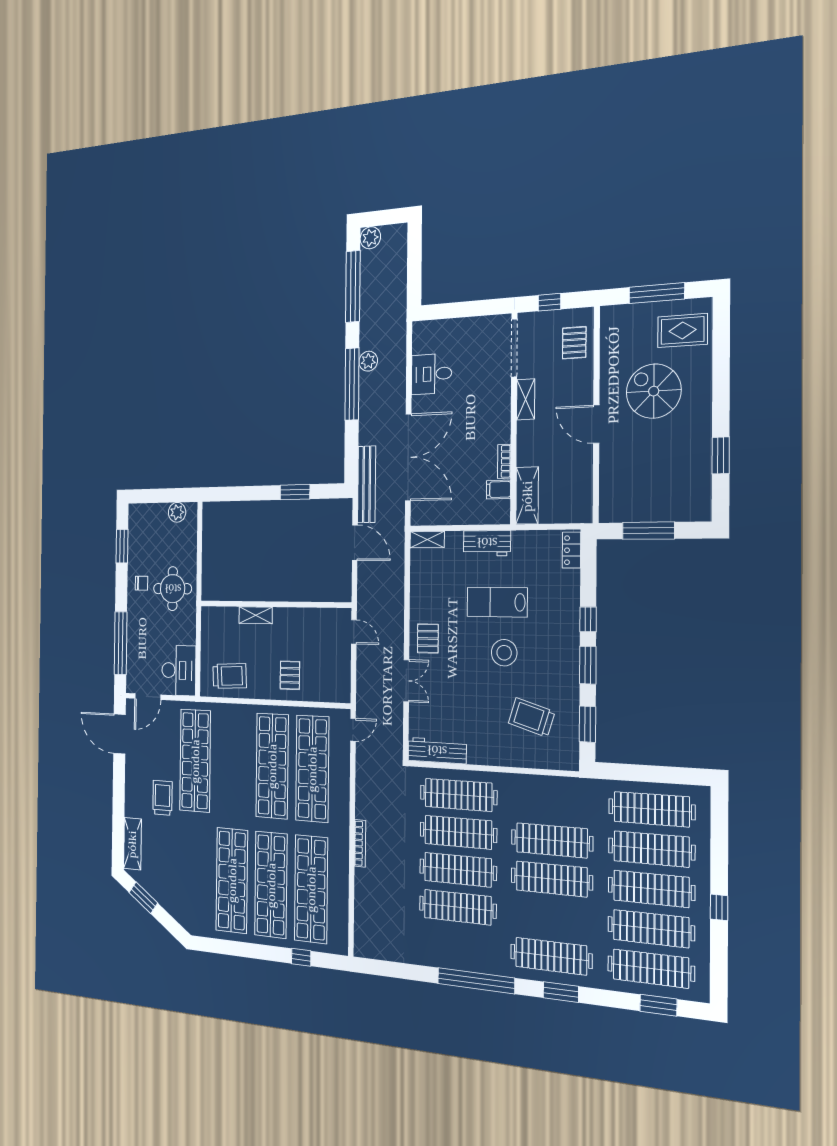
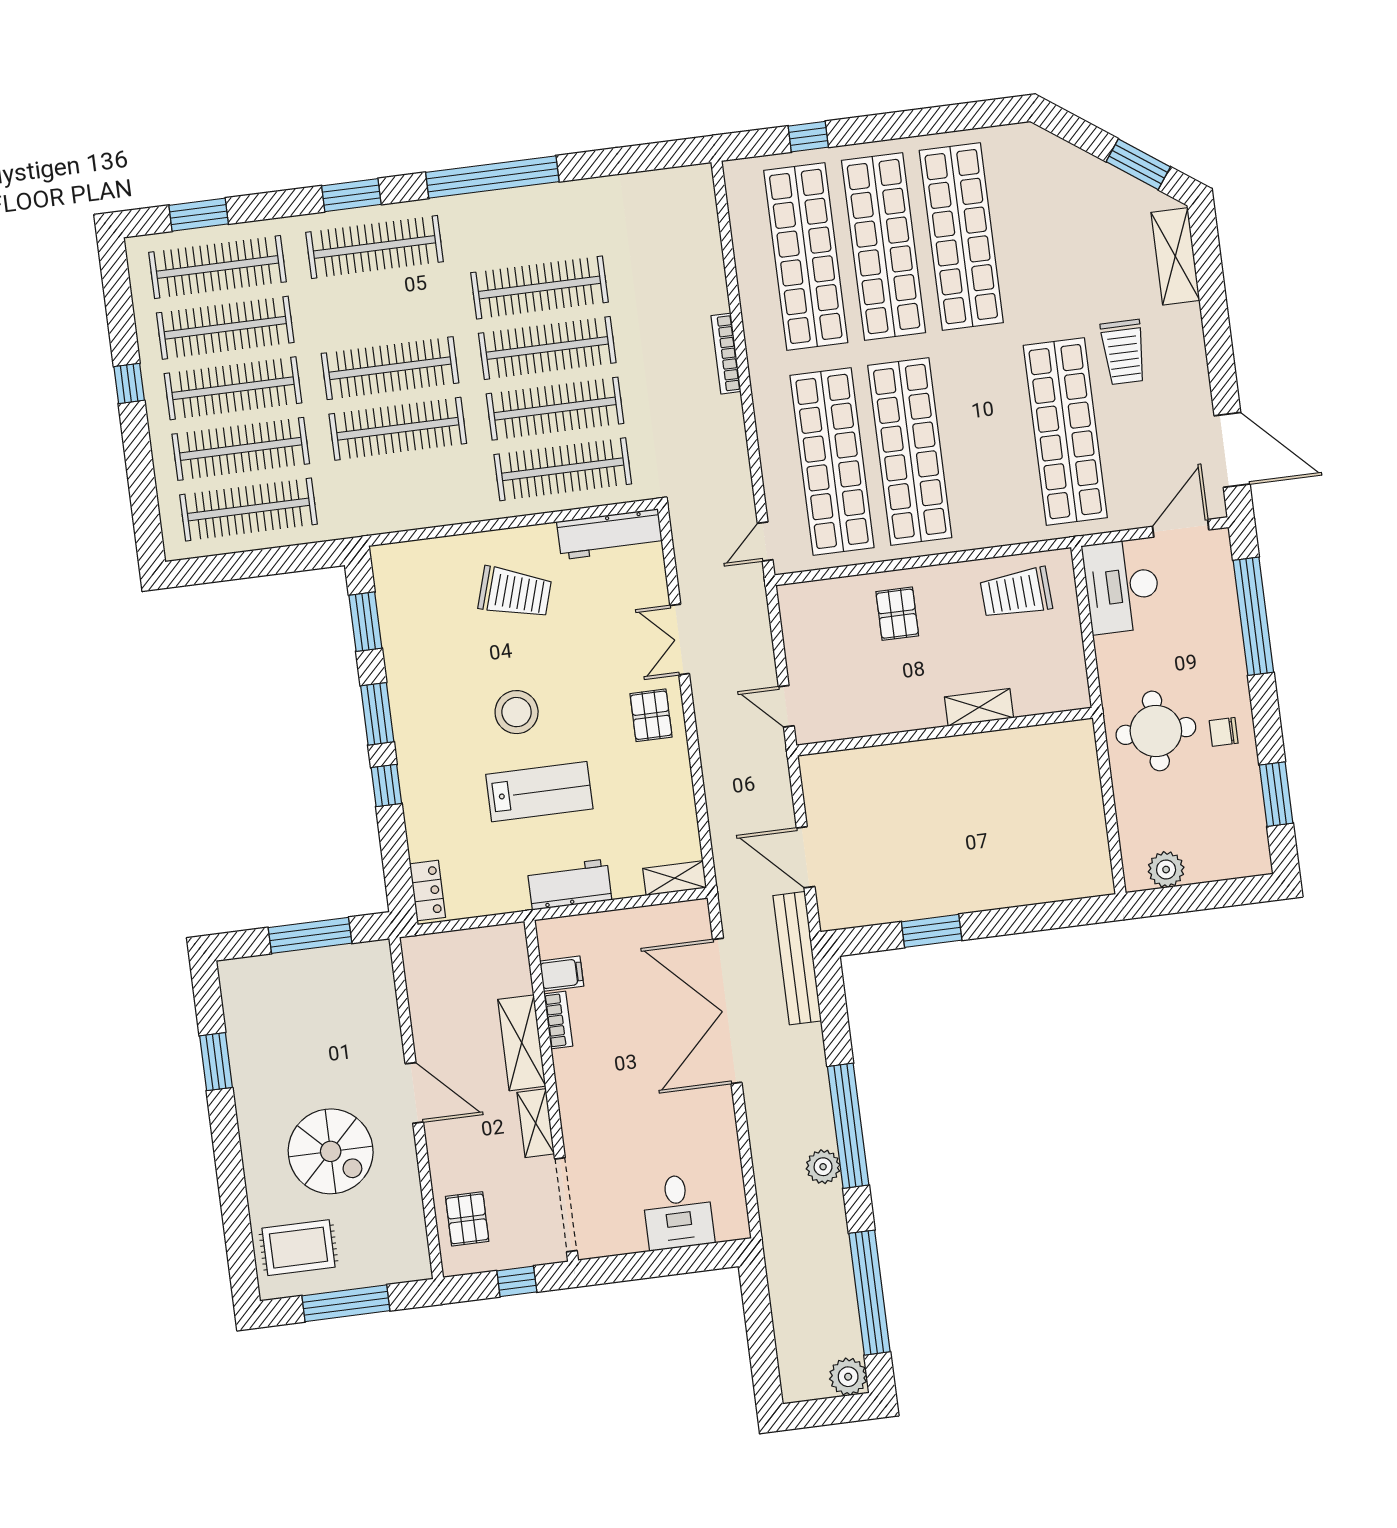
desk: (431, 374) -> (678, 1212), moved, turned 90
shelving: (527, 496) -> (522, 1043), moved
trolley: (532, 717) -> (515, 593), moved

